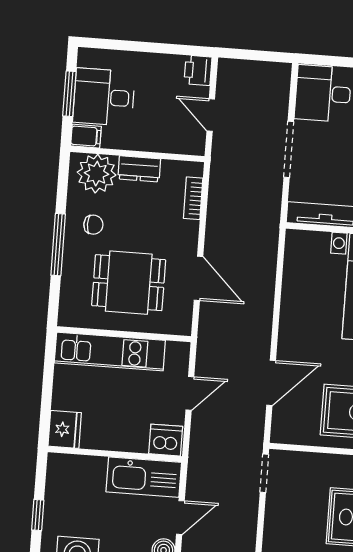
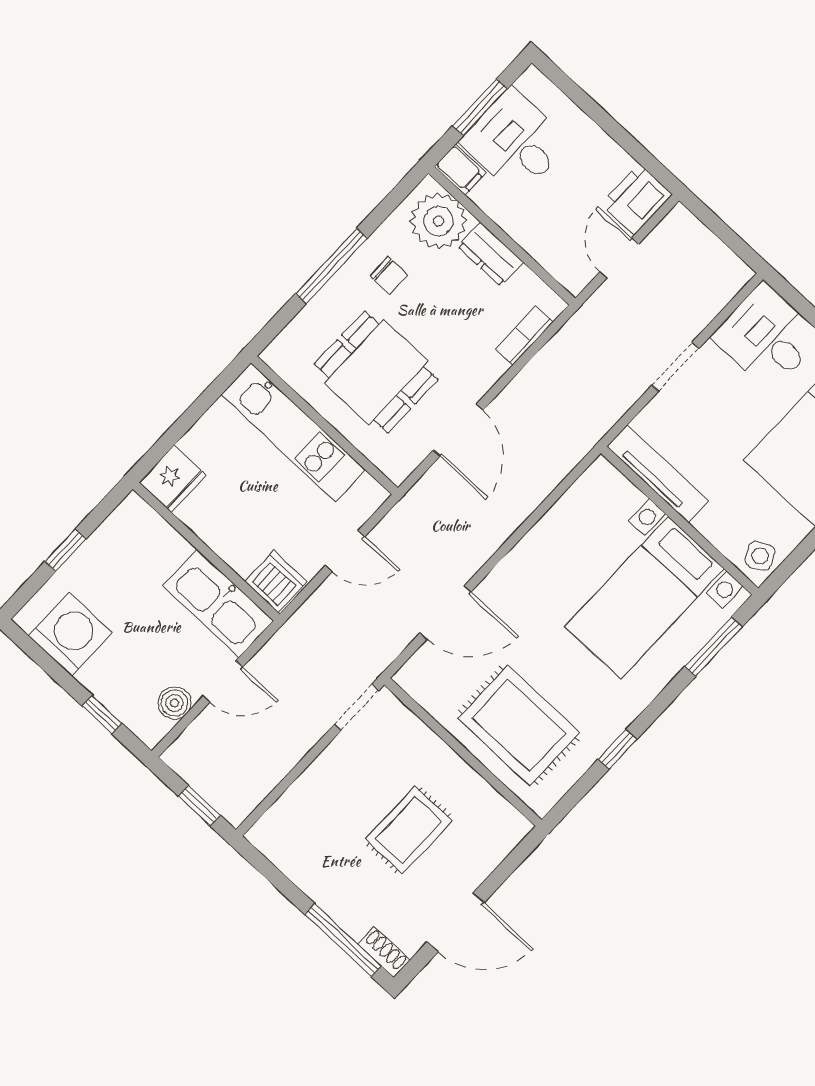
printer: (198, 70) -> (637, 199), width x1.36, depth x1.24
doorway: (289, 149) -> (675, 367), width x0.73

